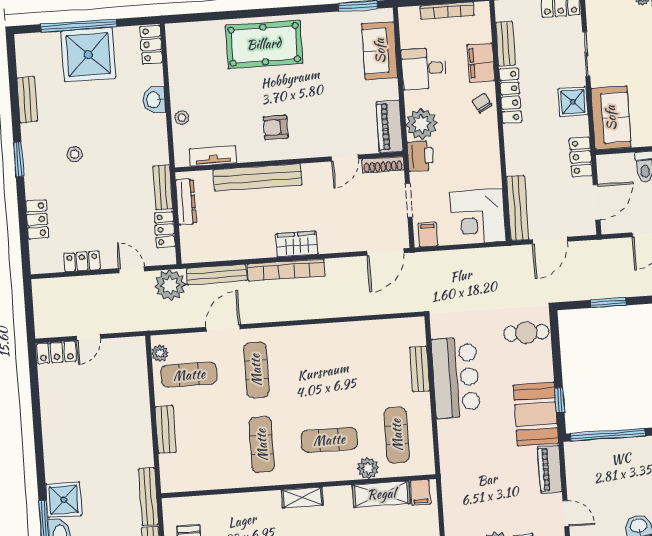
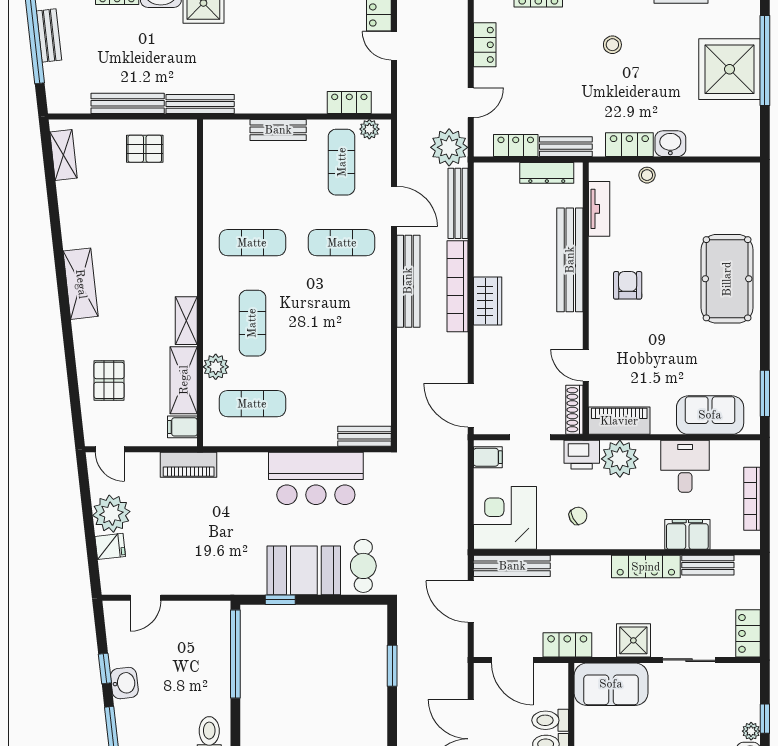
locker: (151, 45) -> (629, 145), moved
chair: (482, 103) -> (578, 516), moved
bench: (285, 312) -> (408, 281), added
bench: (420, 369) -> (364, 436), moved
locker: (138, 372) -> (349, 102), added
booth: (536, 414) -> (304, 570), moved
piano: (550, 469) -> (189, 465), moved, turned 180
shelving: (302, 498) -> (186, 321), moved

